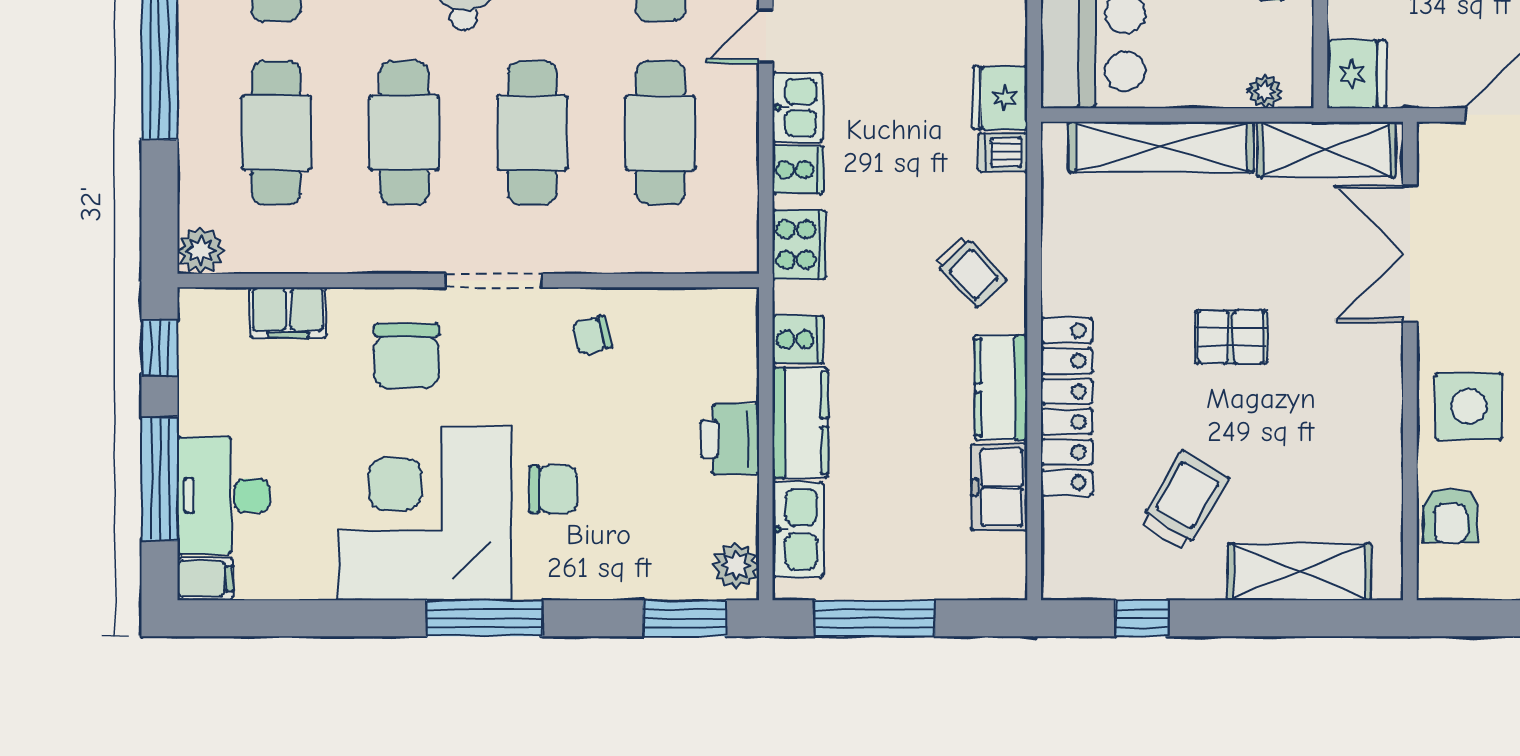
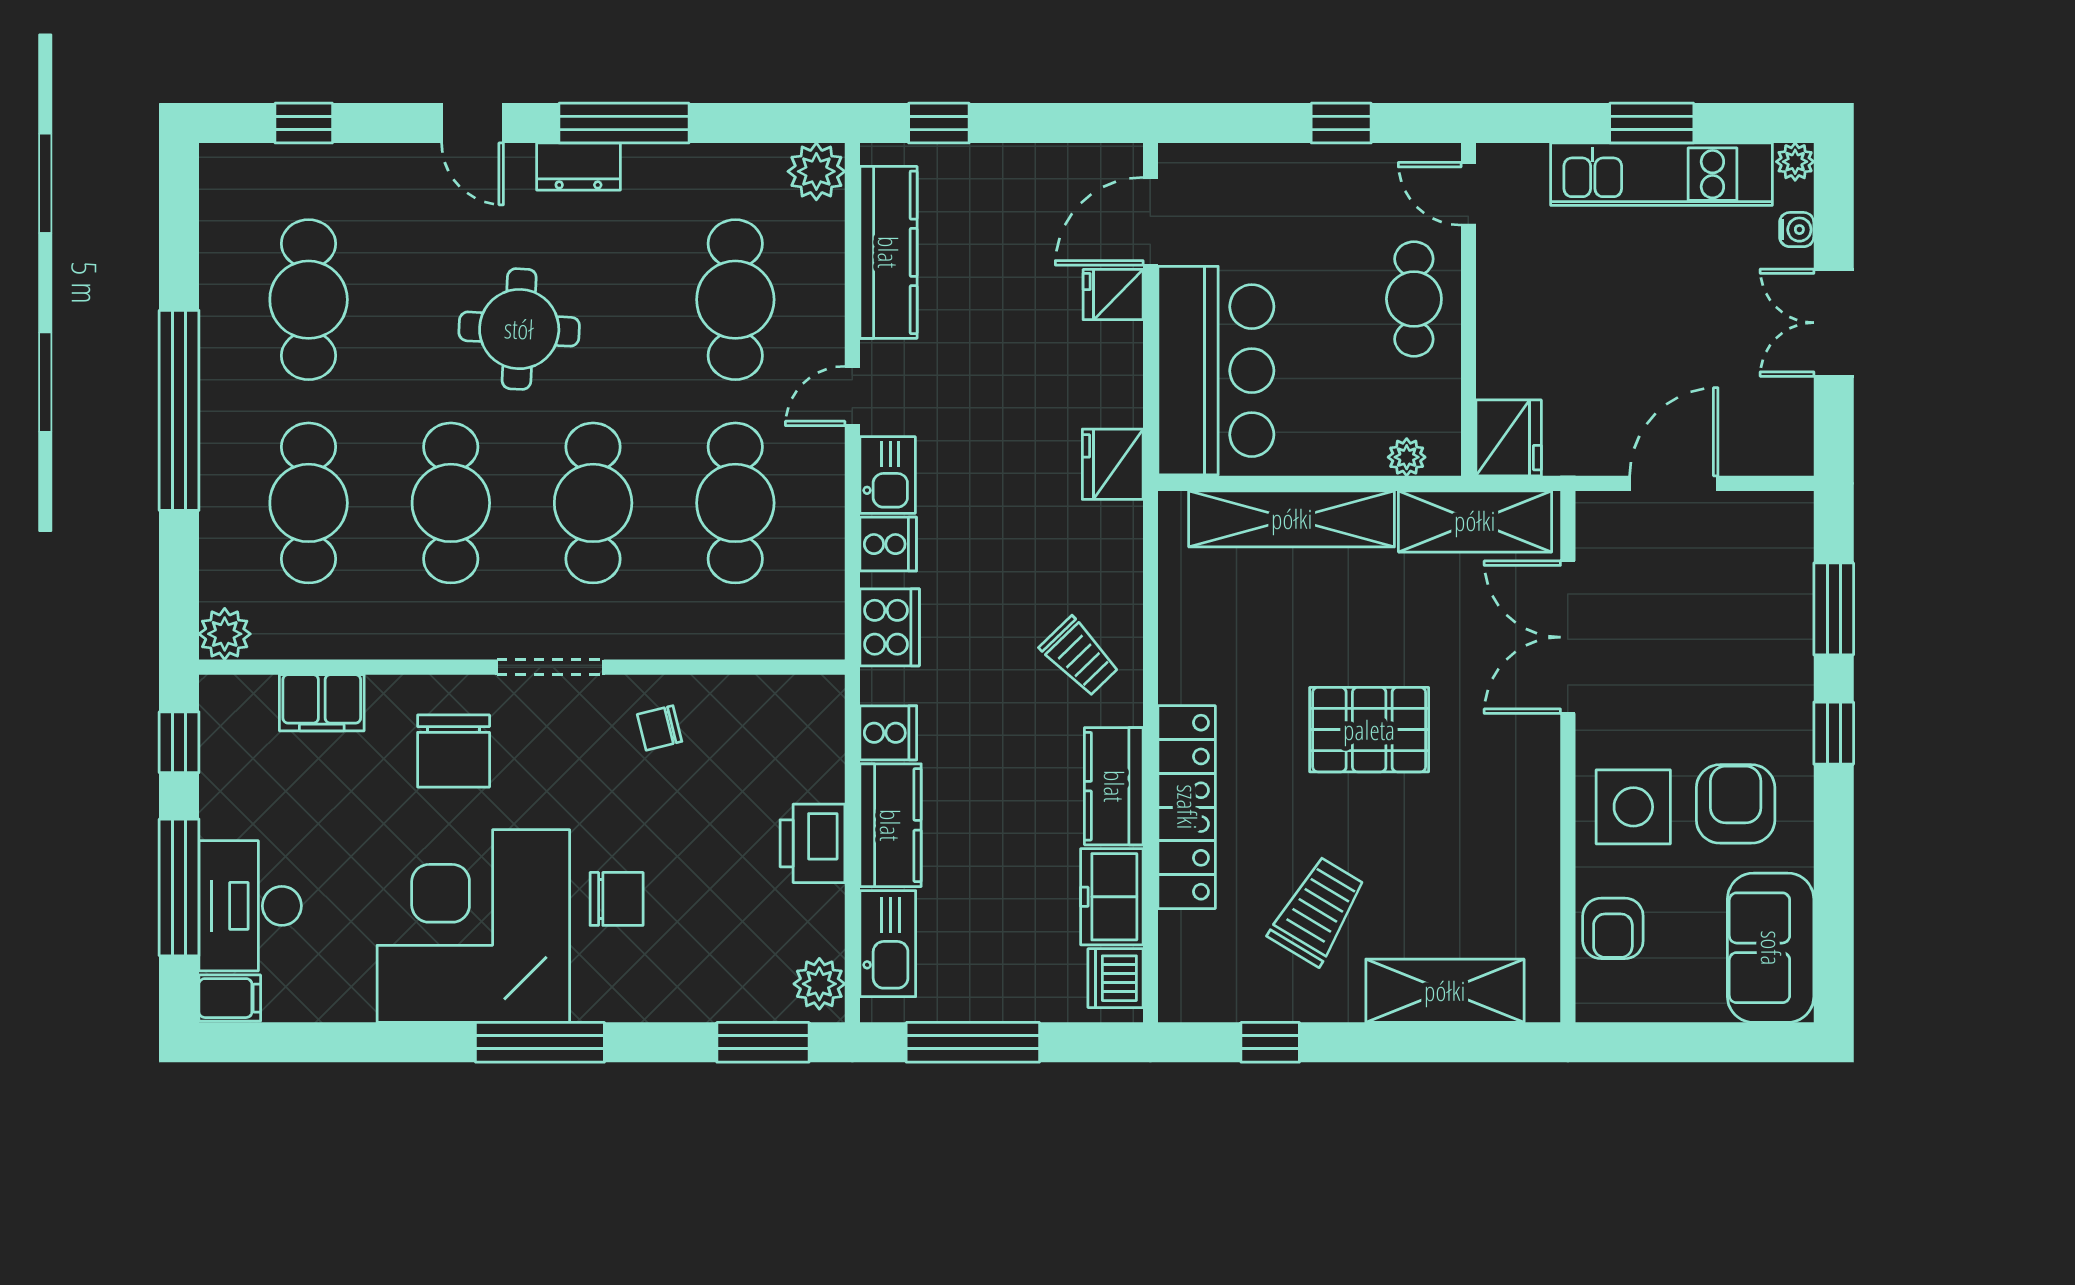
dishwasher: (1003, 152) -> (1115, 978), moved, width x1.38
pallet: (1231, 337) -> (1369, 730), width x1.50, depth x1.42

